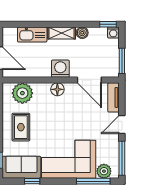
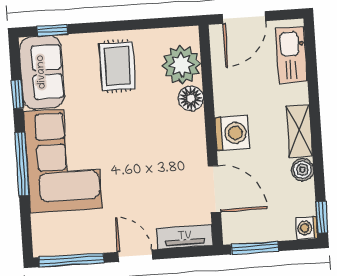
kitchen sink: (32, 35) -> (291, 55), moved
door: (89, 80) -> (214, 189), swing flipped
floor lamp: (57, 89) -> (191, 98), moved
rug: (21, 127) -> (117, 66), turned 90
plant: (104, 171) -> (45, 228), removed
window: (93, 181) -> (22, 164), moved

